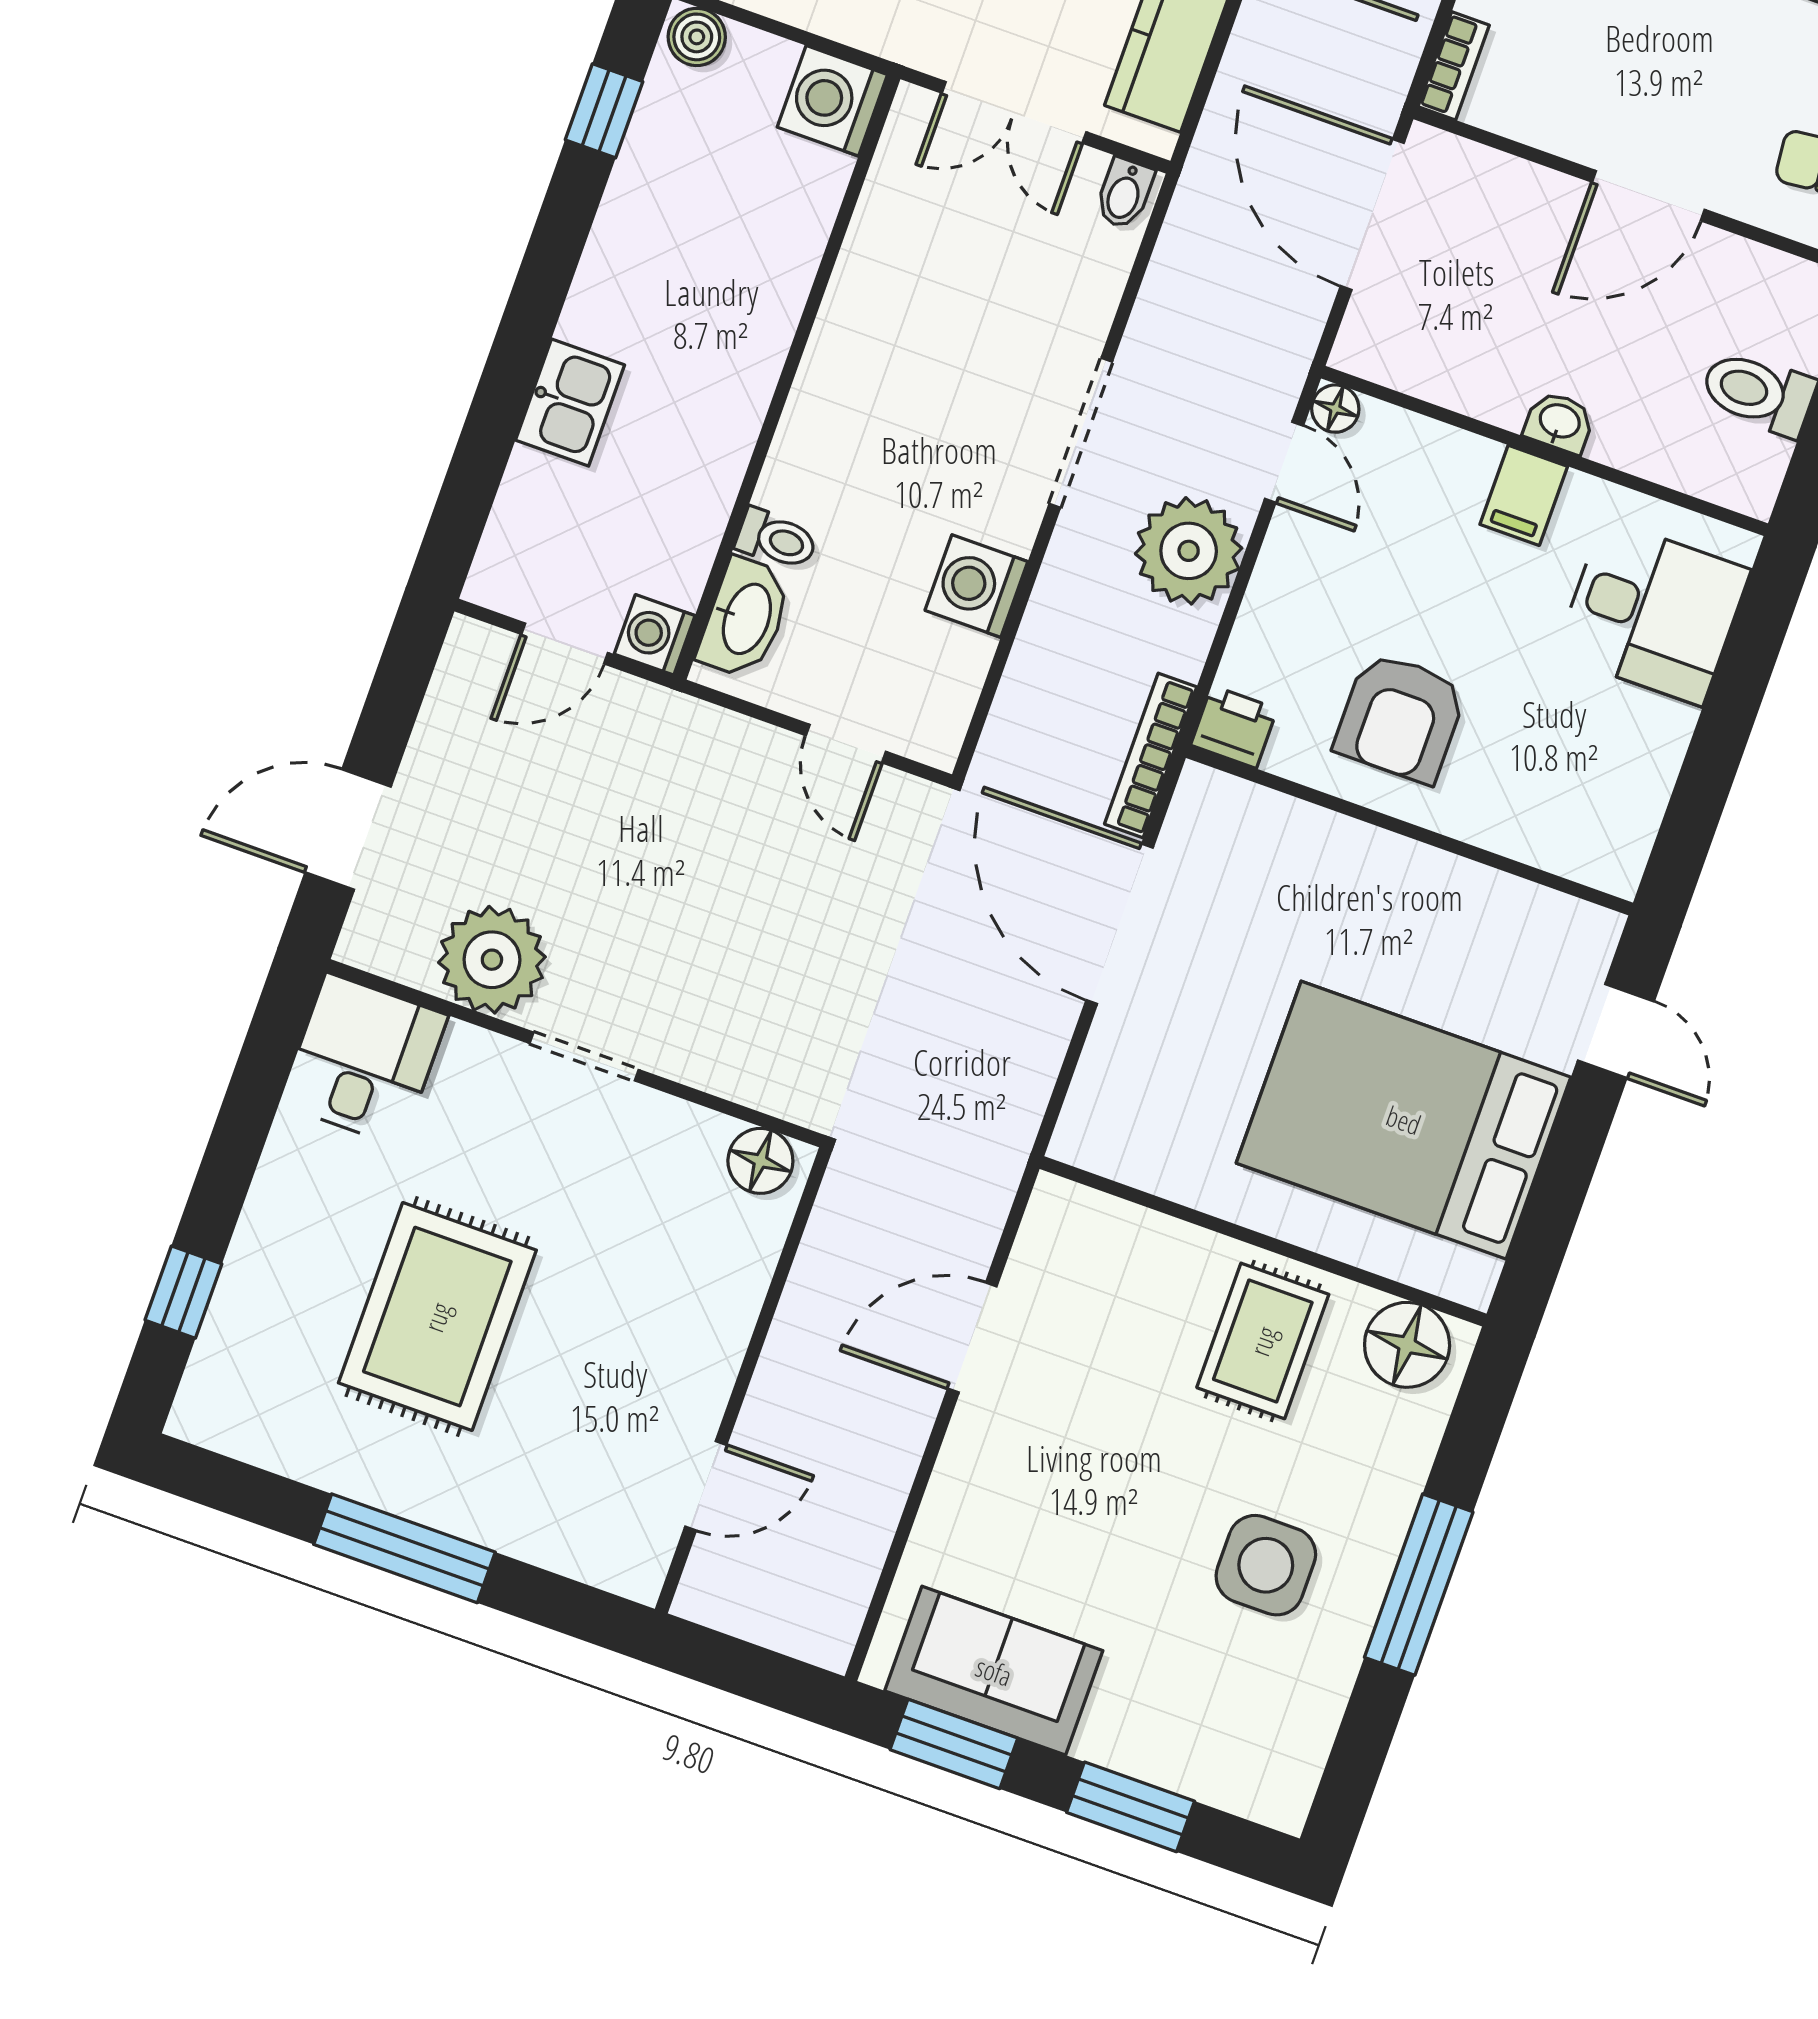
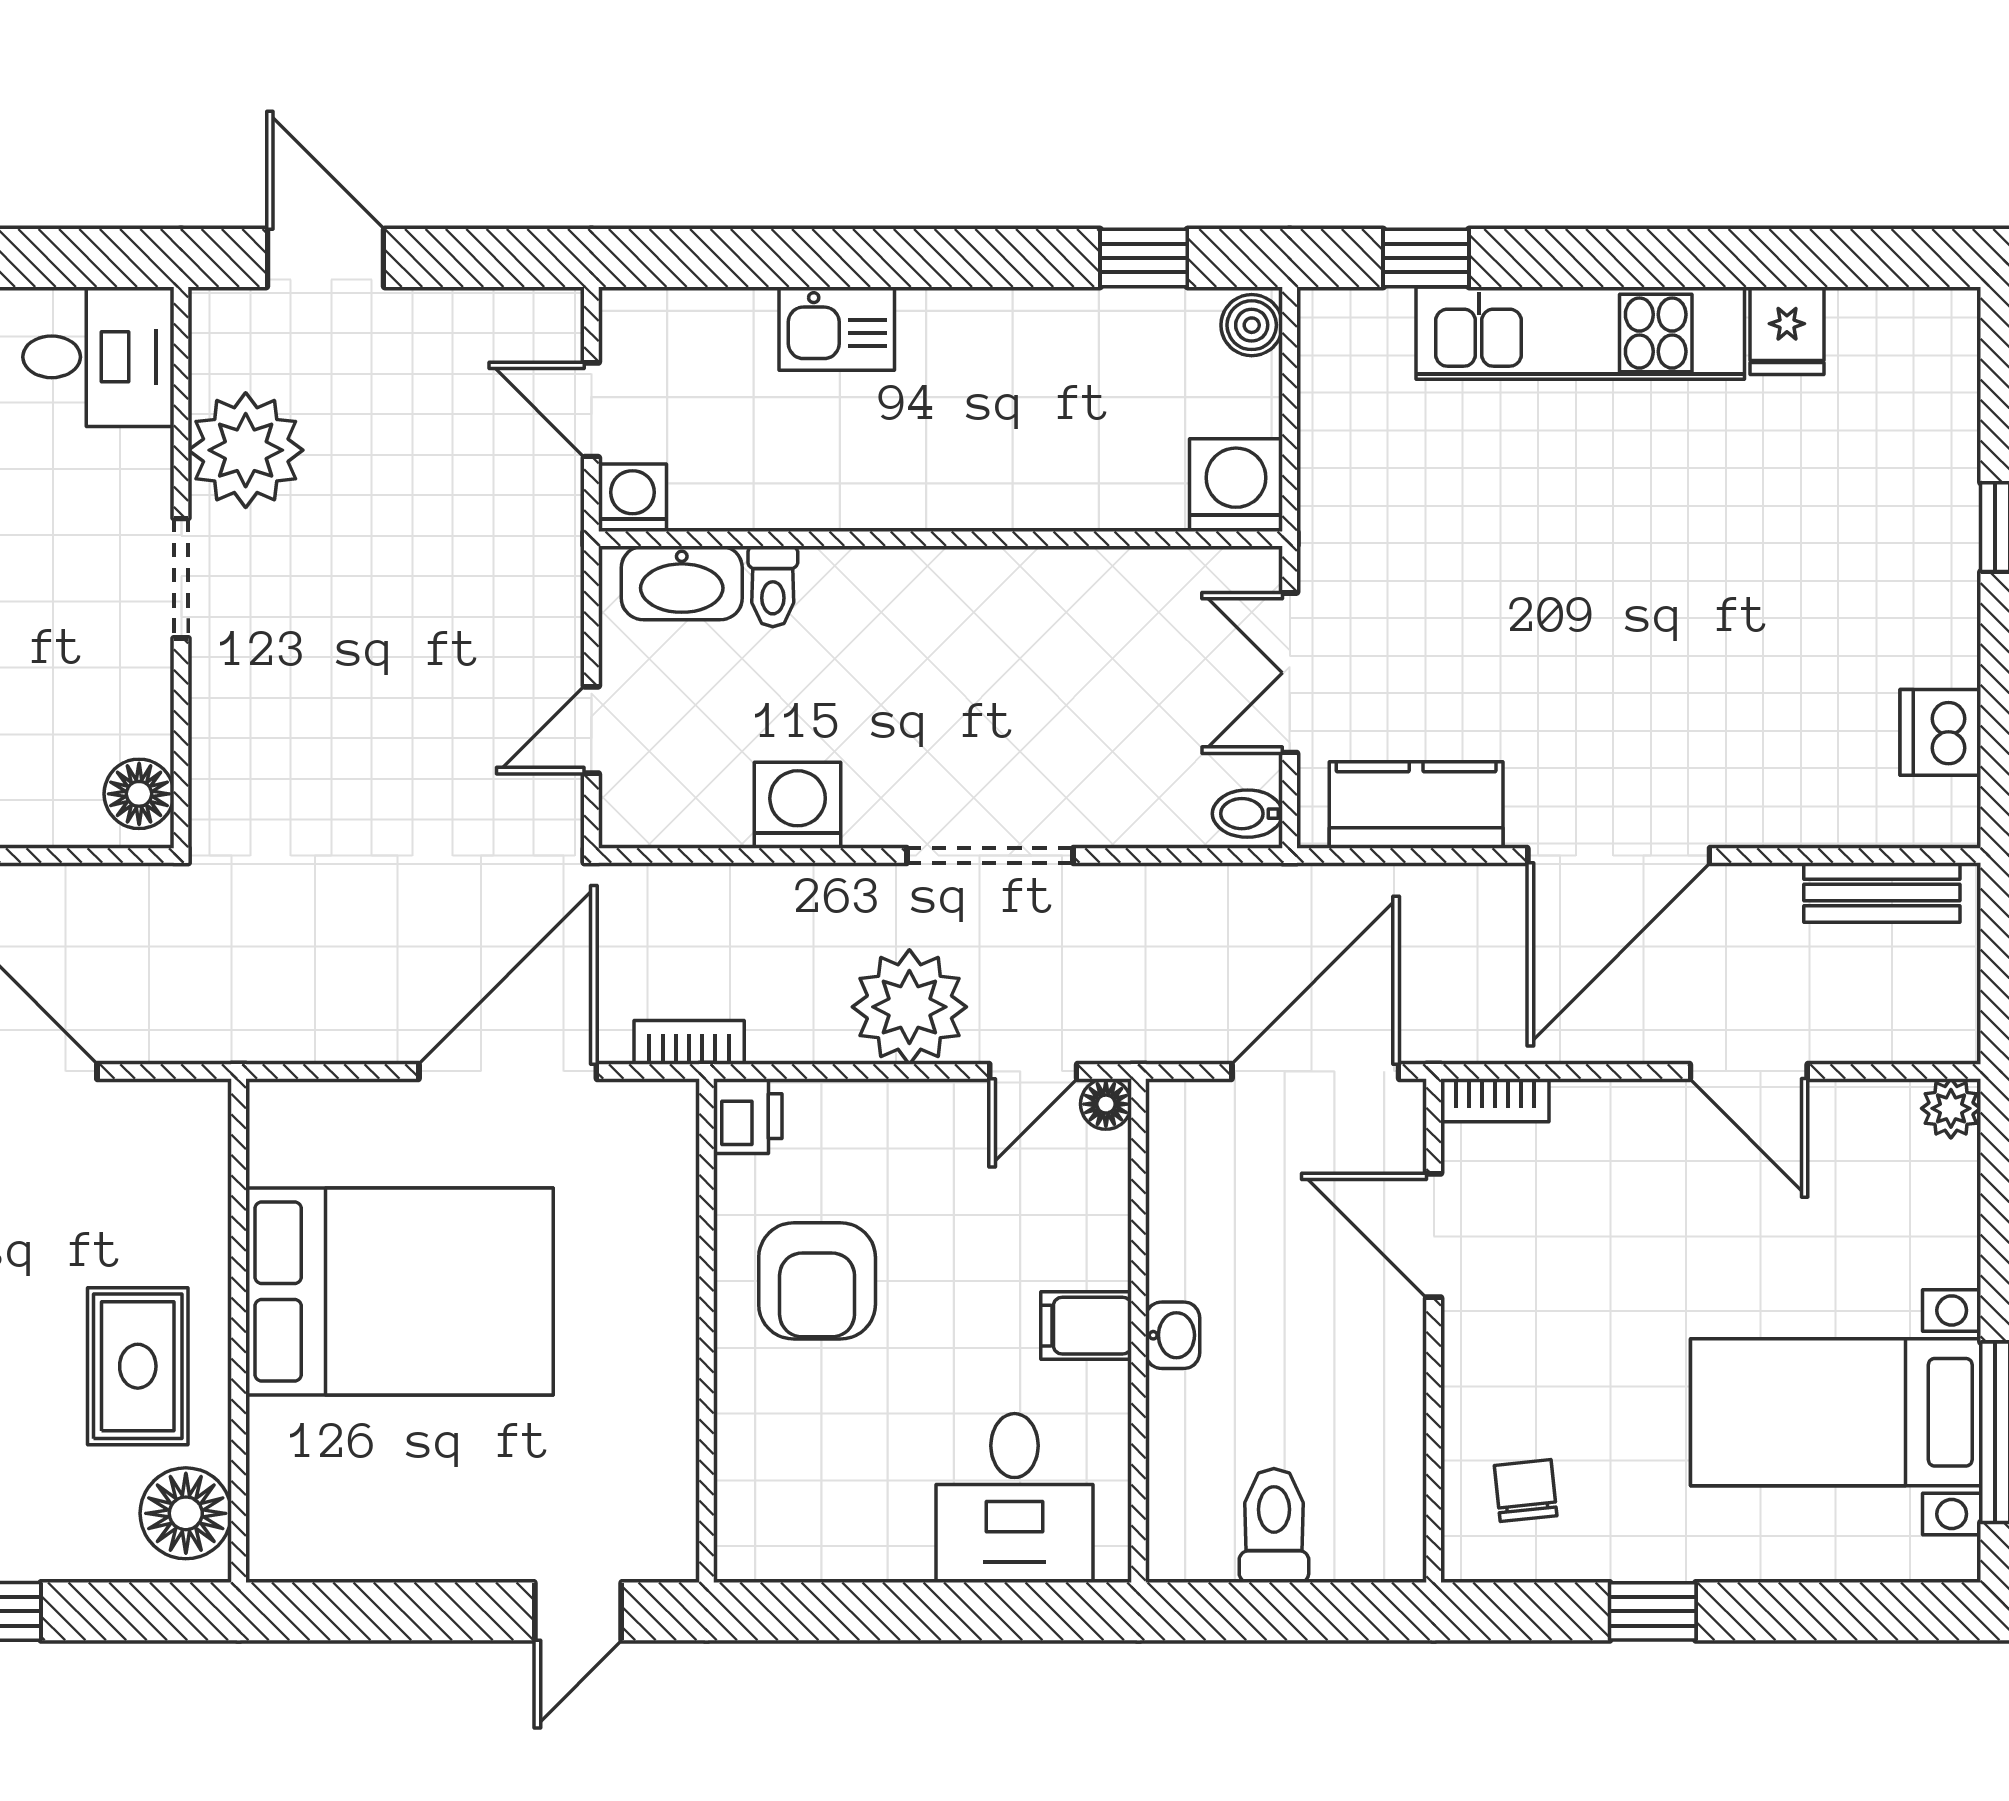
door: (1648, 196) -> (1434, 1236), moved
armchair: (1400, 718) -> (817, 1281), turned -90
bookcase: (1151, 755) -> (689, 1042), width x0.64
bed: (1404, 1120) -> (399, 1291), moved, turned 90
rug: (1263, 1341) -> (138, 1366), turned 90

